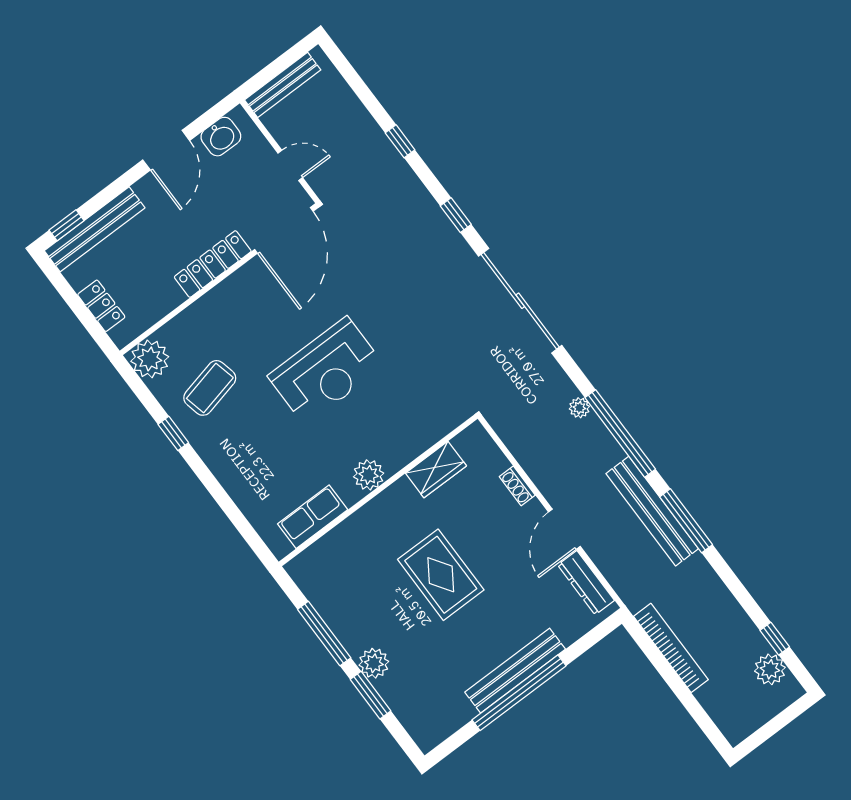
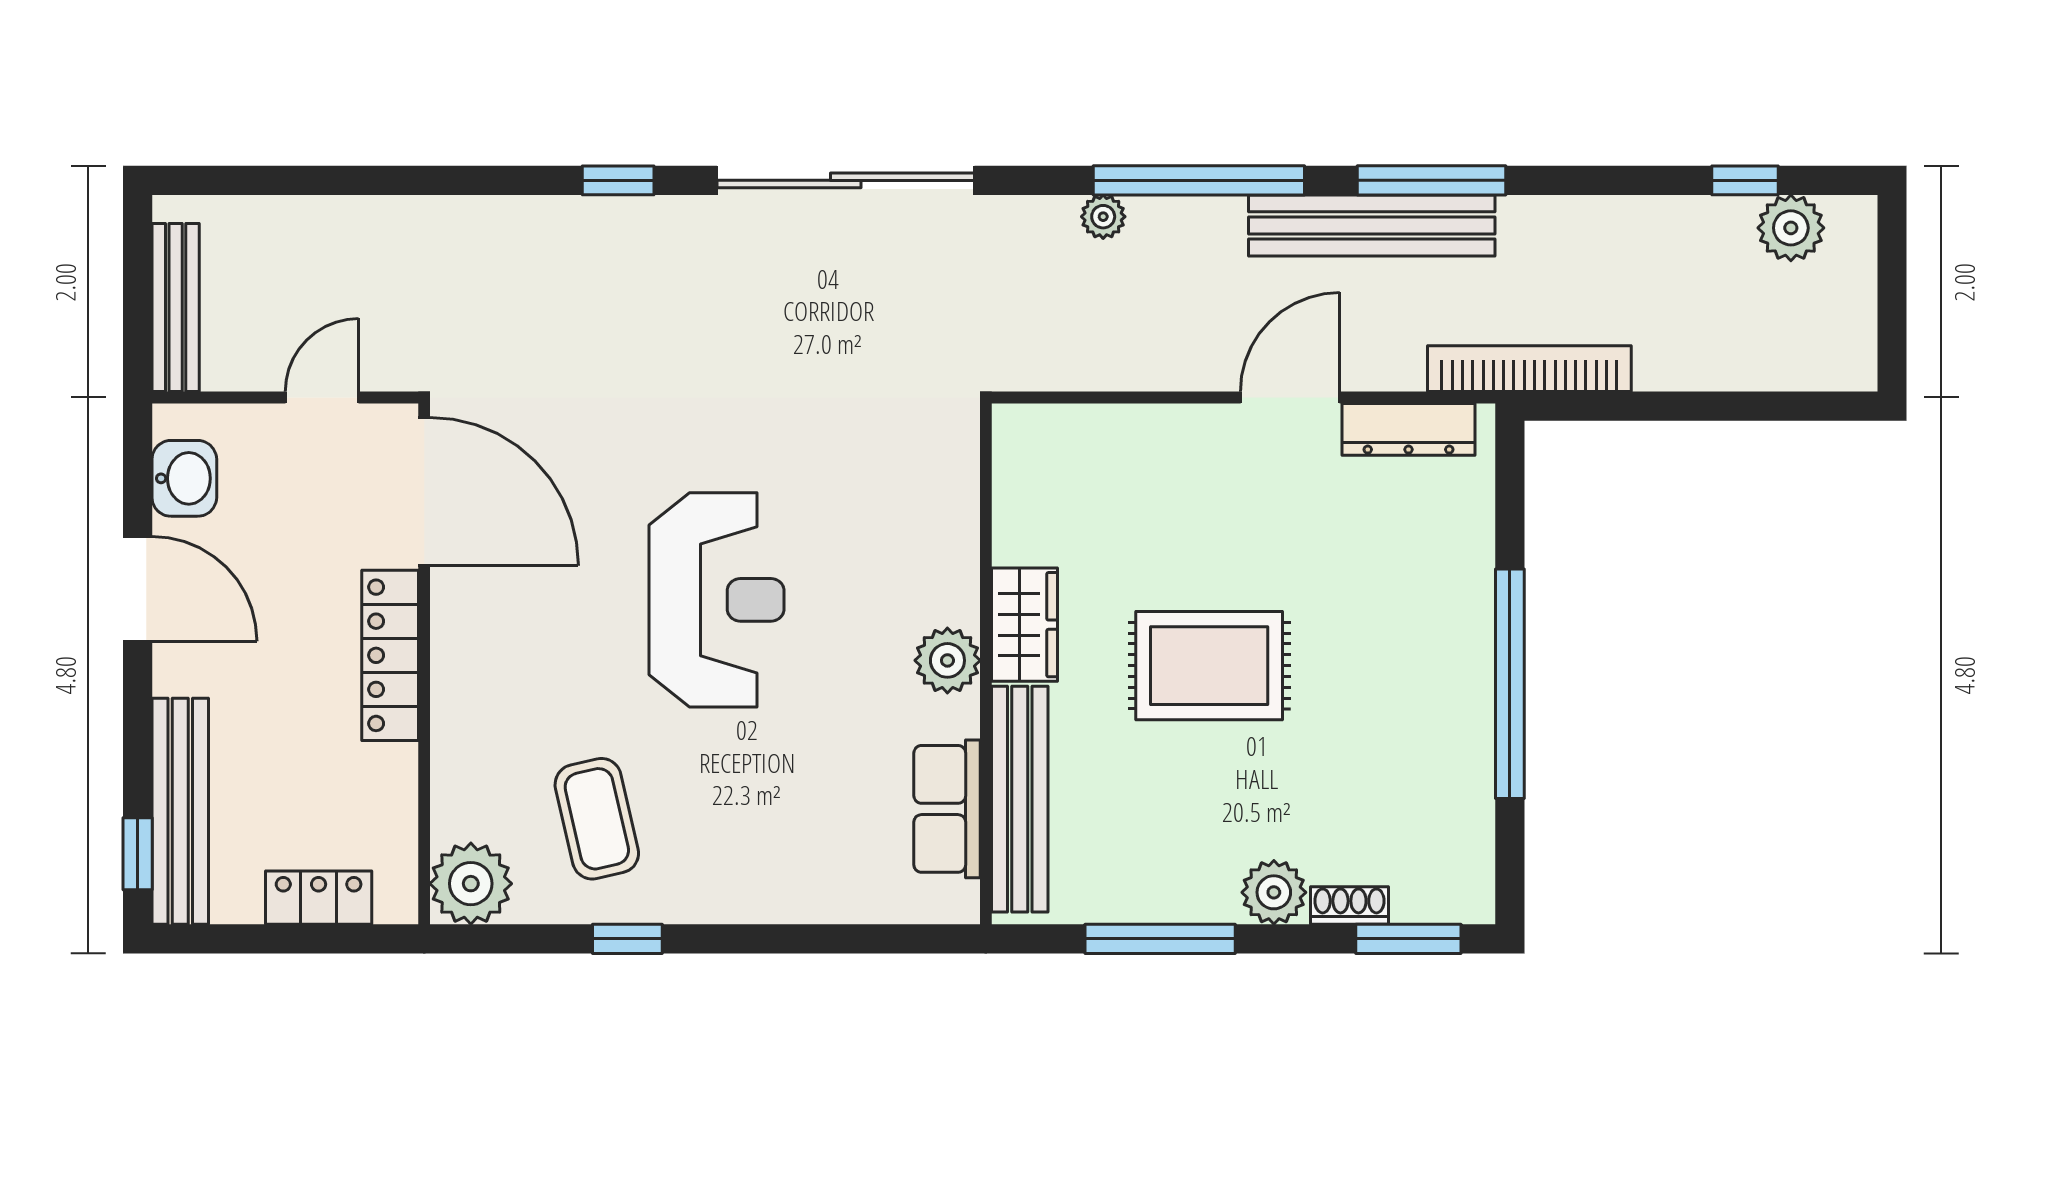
window: (400, 141) -> (422, 180), removed
wardrobe: (436, 470) -> (1025, 625), moved
shoe rack: (517, 486) -> (1349, 905), moved, turned 180
door: (564, 529) -> (1290, 397), swing flipped
bookcase: (671, 648) -> (1529, 369), moved
bench: (515, 671) -> (1020, 799), moved
window: (371, 695) -> (1408, 939), moved

